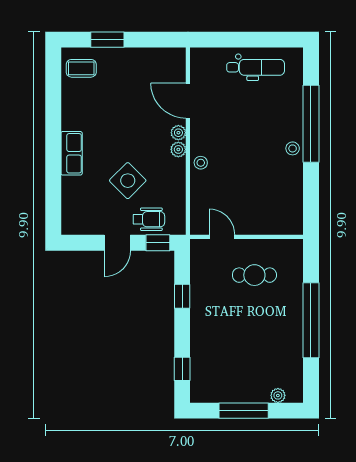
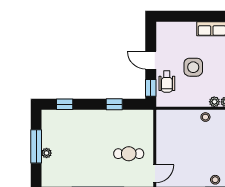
side table: (128, 181) -> (193, 67), turned 45
door: (222, 237) -> (155, 174), moved
cafe table: (254, 275) -> (129, 154), turned 90
plant: (278, 395) -> (46, 153), moved

